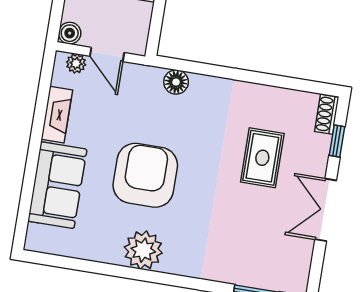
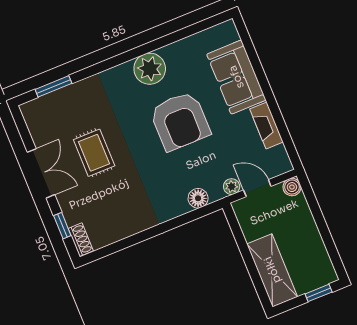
plant: (76, 63) -> (232, 187), moved
rug: (262, 158) -> (94, 153), moved

